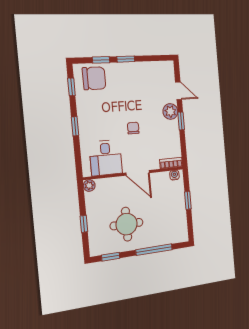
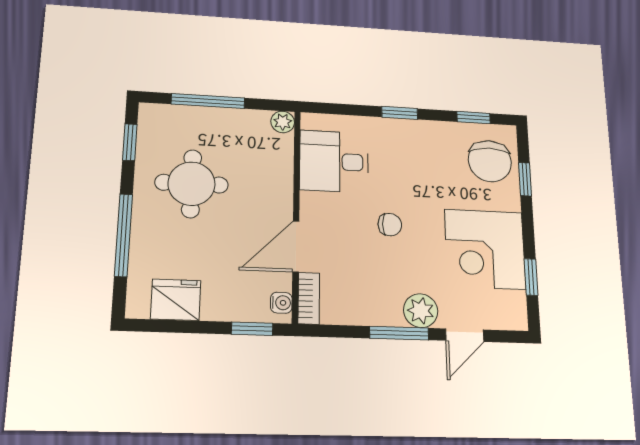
window: (126, 59) -> (531, 277), moved
corner desk: (139, 81) -> (485, 249), added
window: (181, 121) -> (399, 333), width x1.50
door: (138, 173) -> (296, 246), moved
window: (188, 200) -> (252, 329), moved
fridge: (179, 221) -> (176, 300), added
window: (84, 224) -> (208, 101), width x2.17

